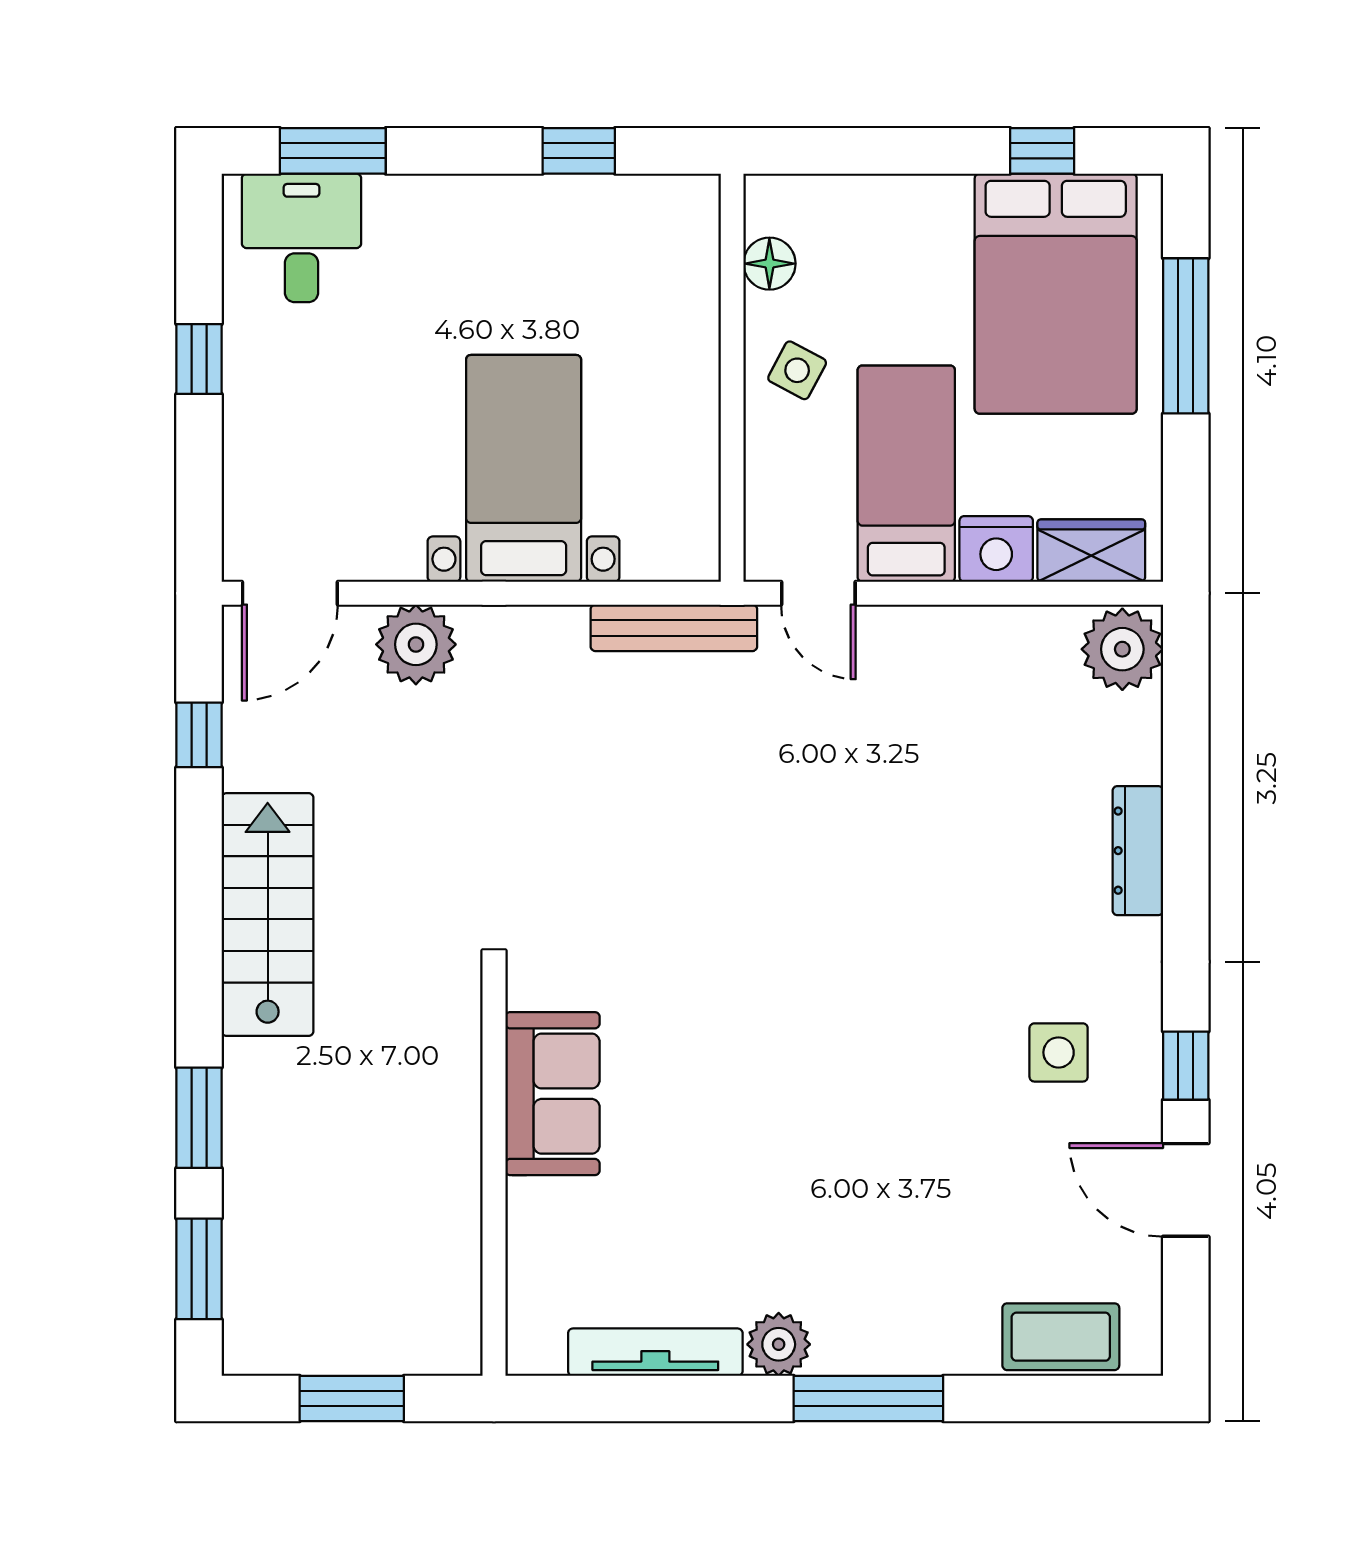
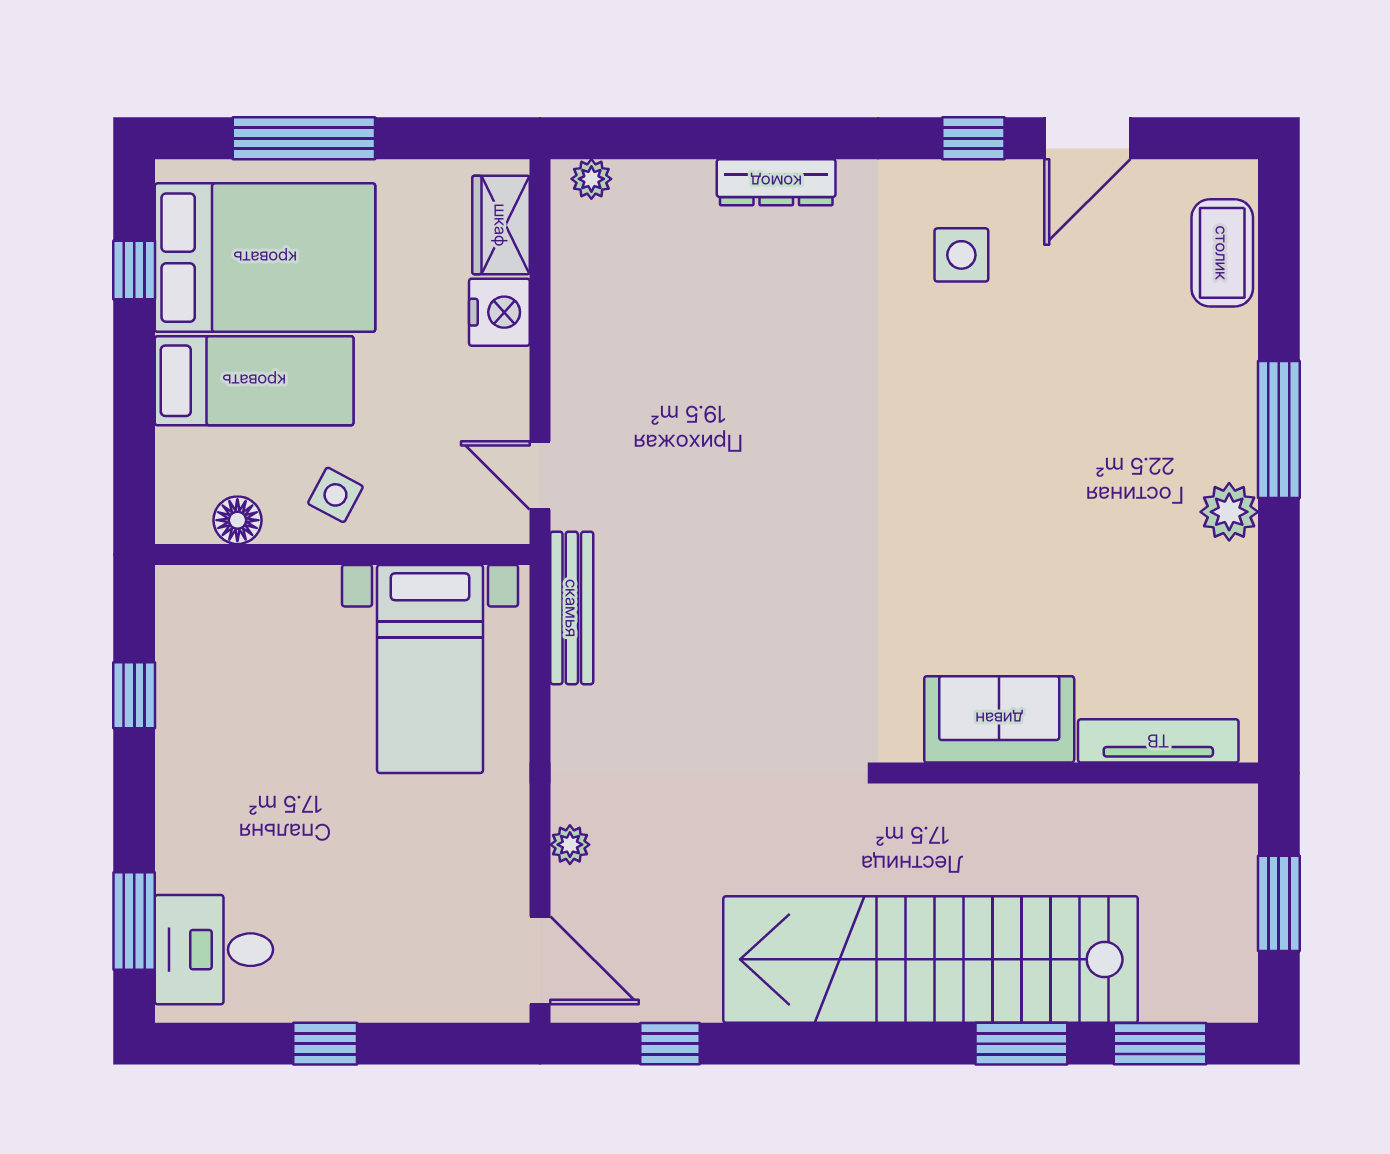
bed with nightstands: (524, 468) -> (430, 669), moved, turned -90
bed: (906, 474) -> (254, 381), moved, turned 180
door: (818, 593) -> (540, 475), swing flipped
plant: (416, 644) -> (570, 845), width x0.53, depth x0.53
plant: (1122, 649) -> (591, 179), width x0.53, depth x0.53
stairs: (268, 915) -> (931, 959), width x1.86, depth x1.51
tv unit: (655, 1352) -> (1158, 741), moved, turned 90

